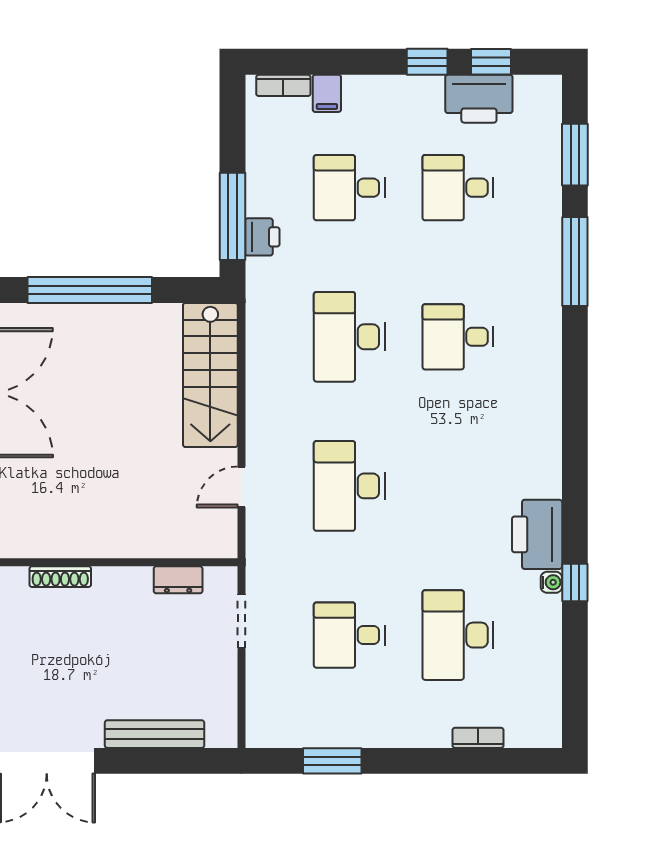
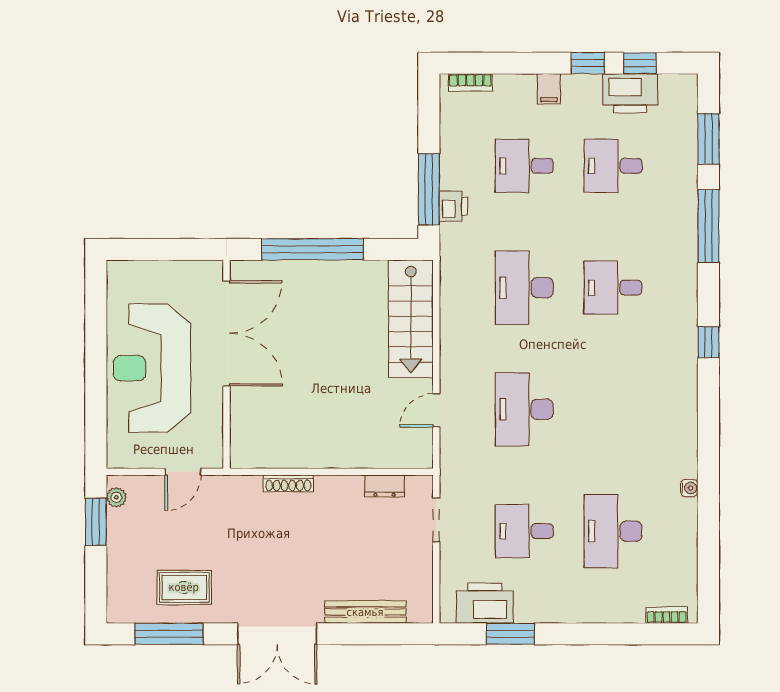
filing cabinet: (327, 93) -> (549, 89), moved
printer: (537, 534) -> (485, 603), moved, turned 90
window: (575, 582) -> (708, 342), moved
bookcase: (478, 738) -> (667, 615), moved

